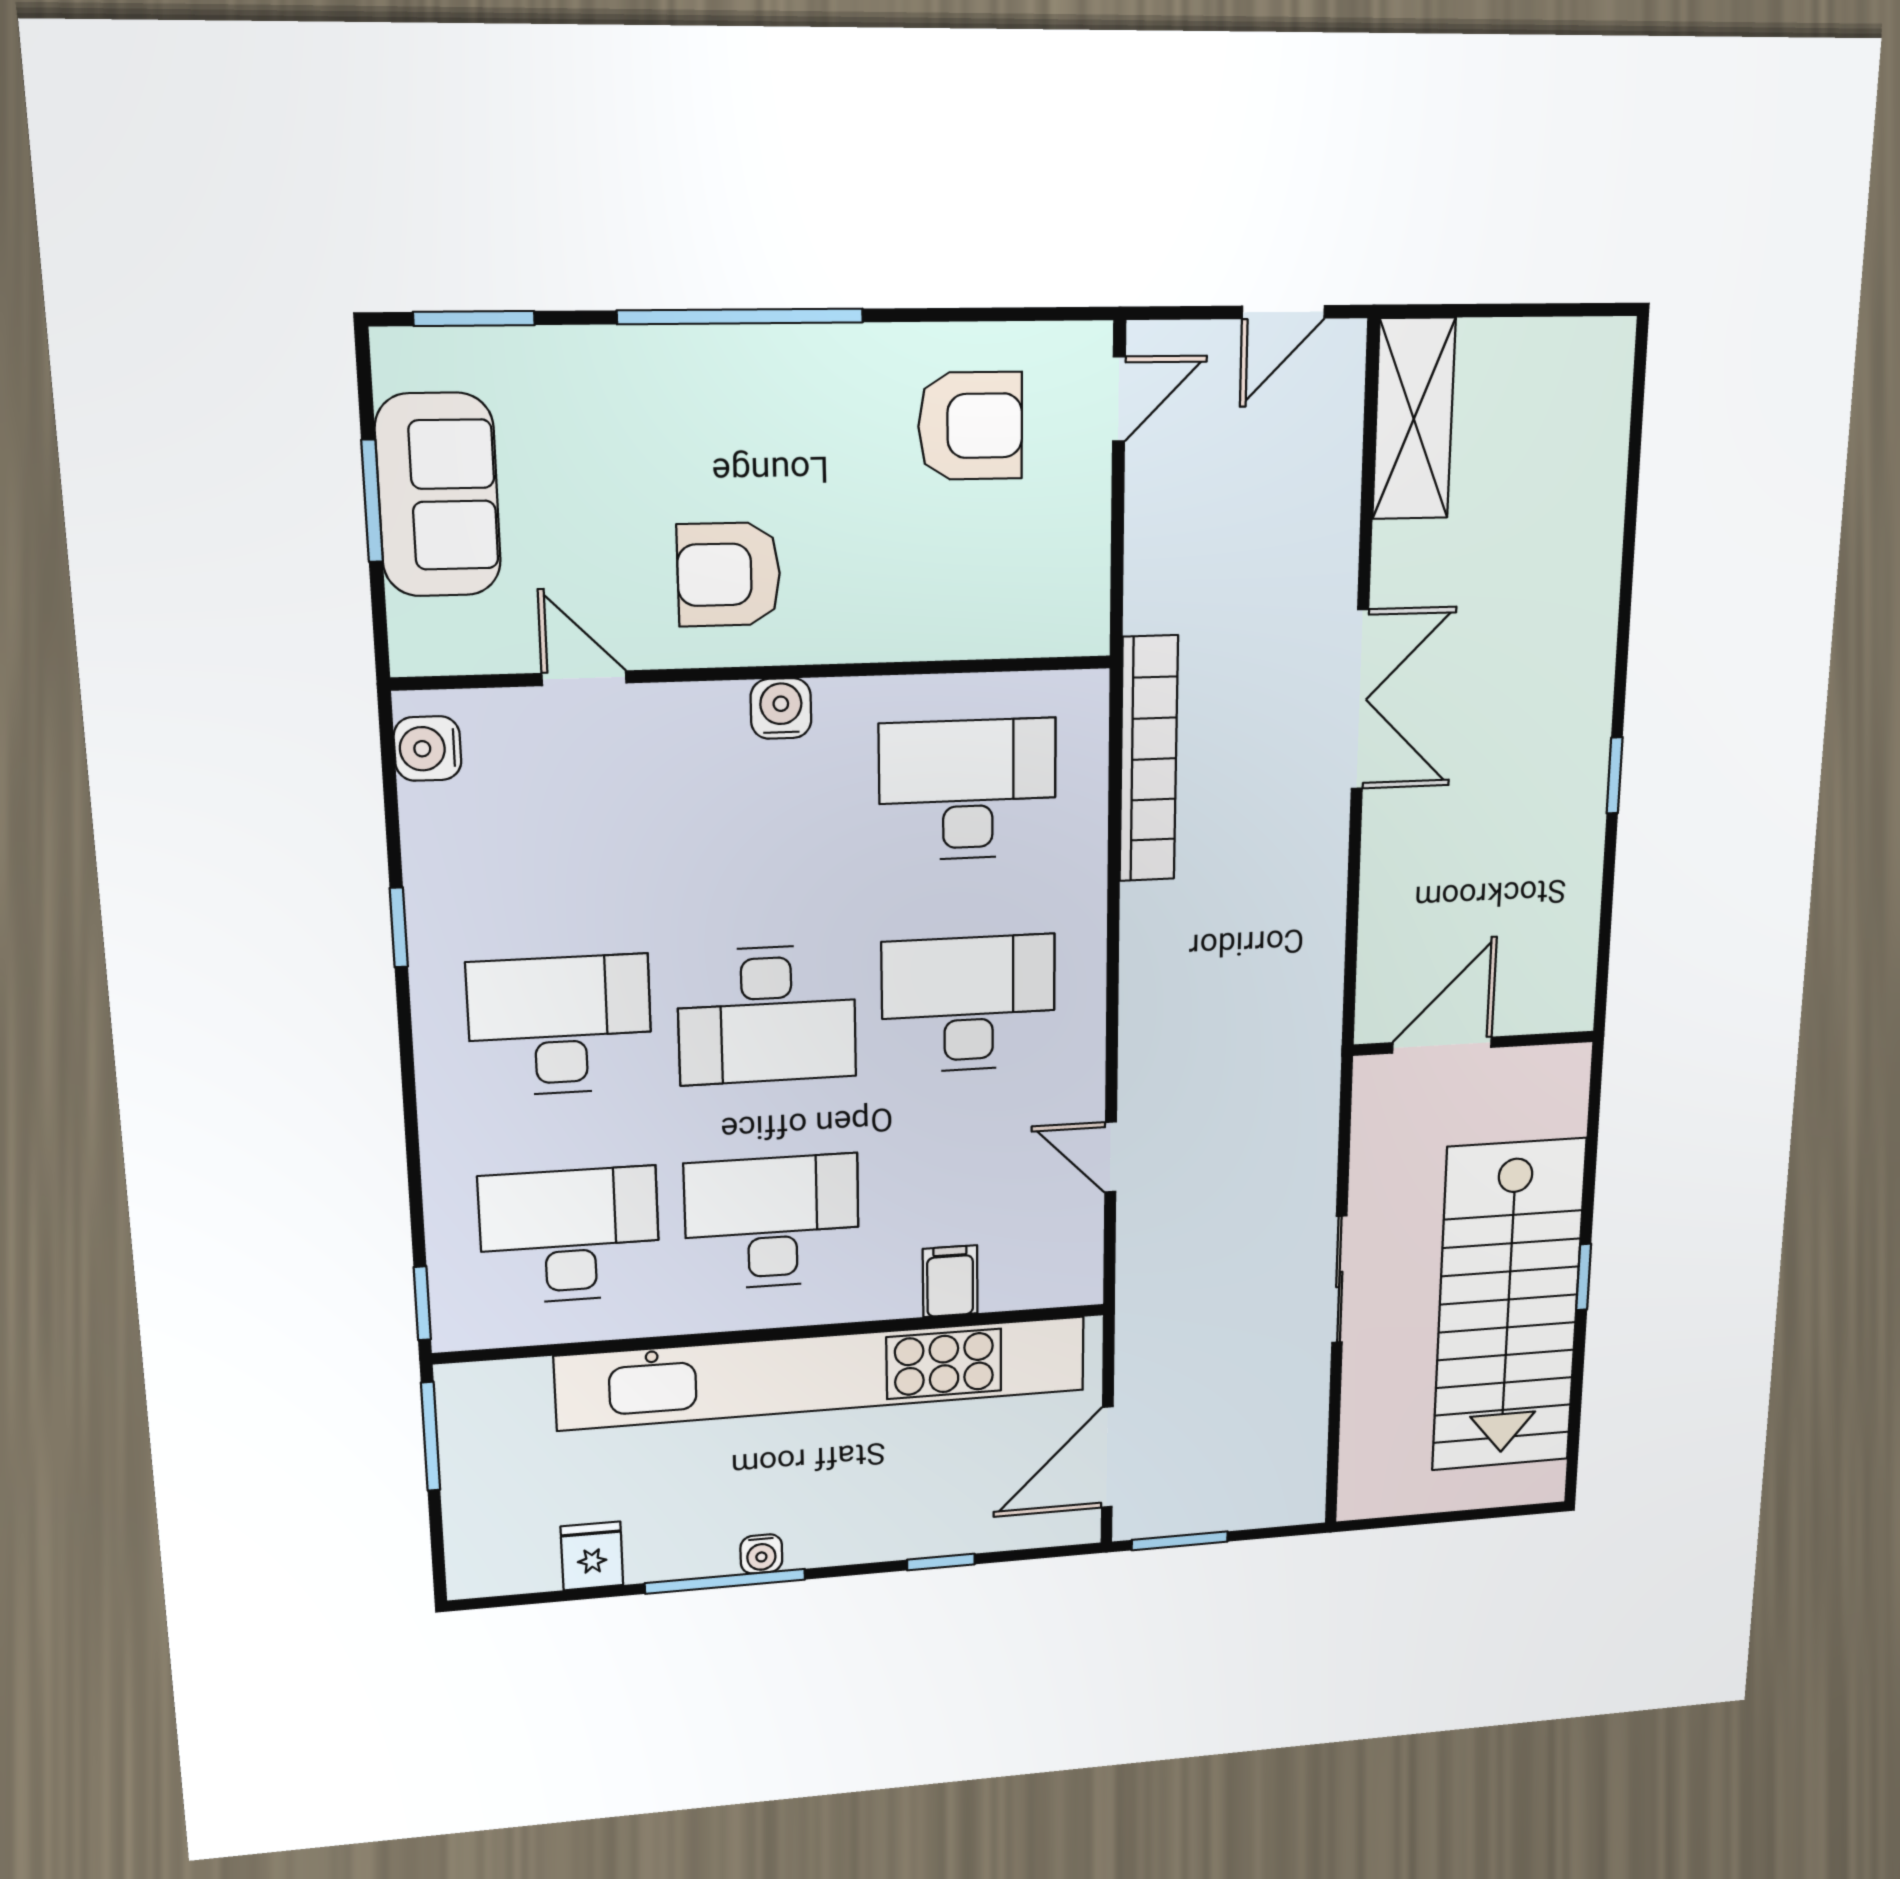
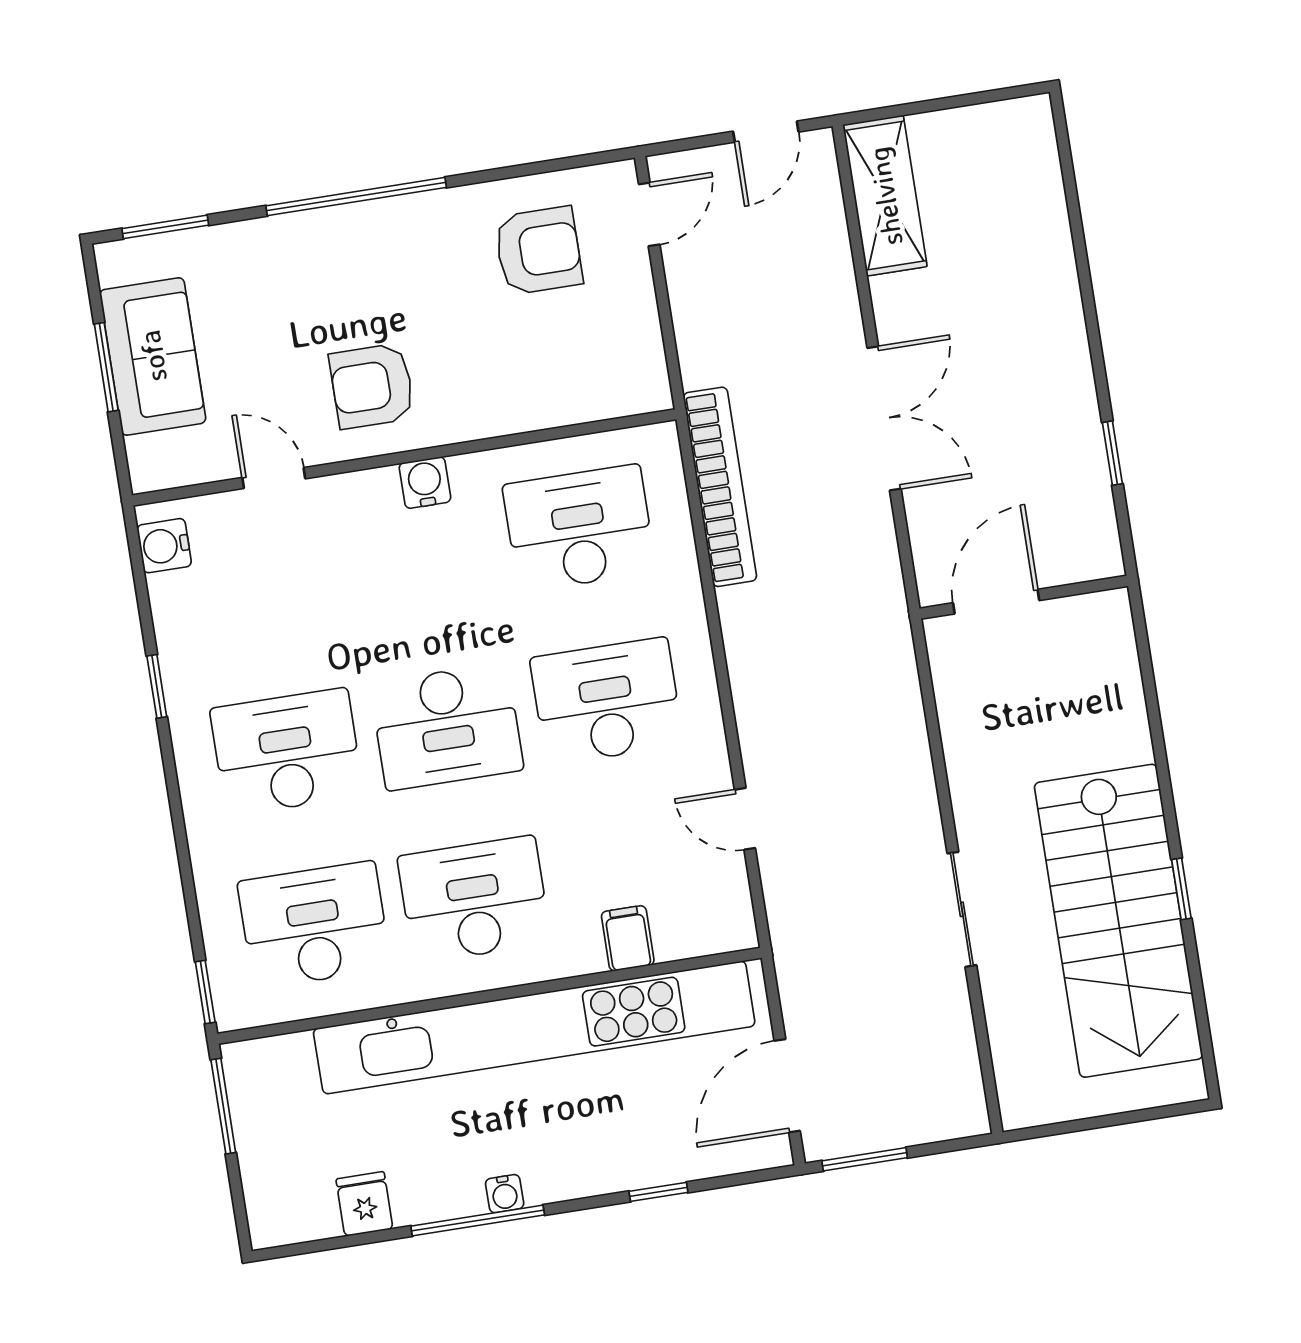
wall: (1474, 1043) -> (1024, 597), moved
door: (1442, 1045) -> (996, 602), moved

